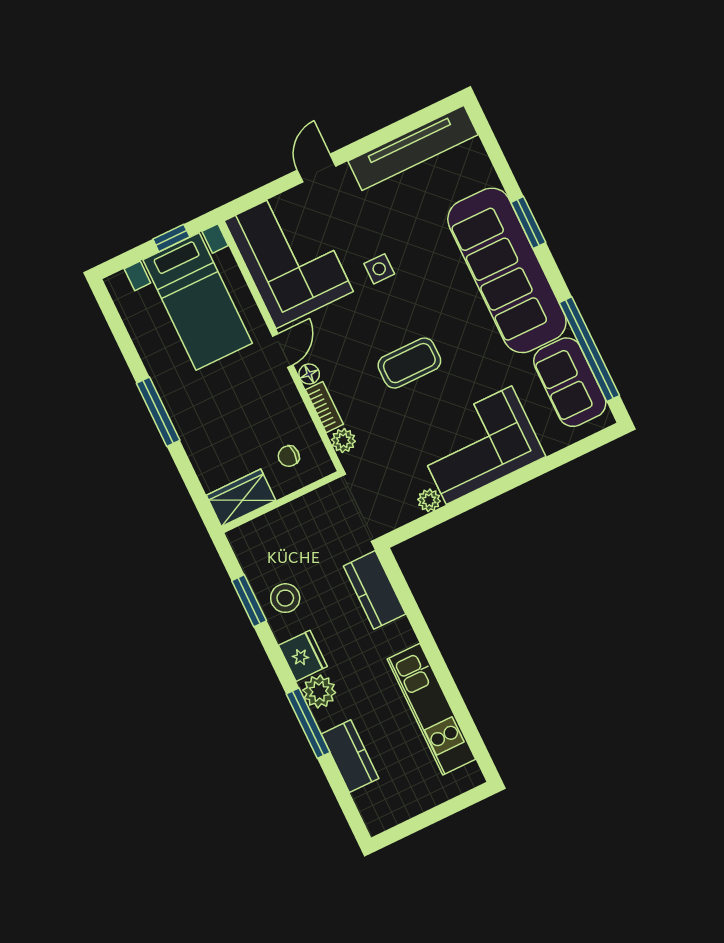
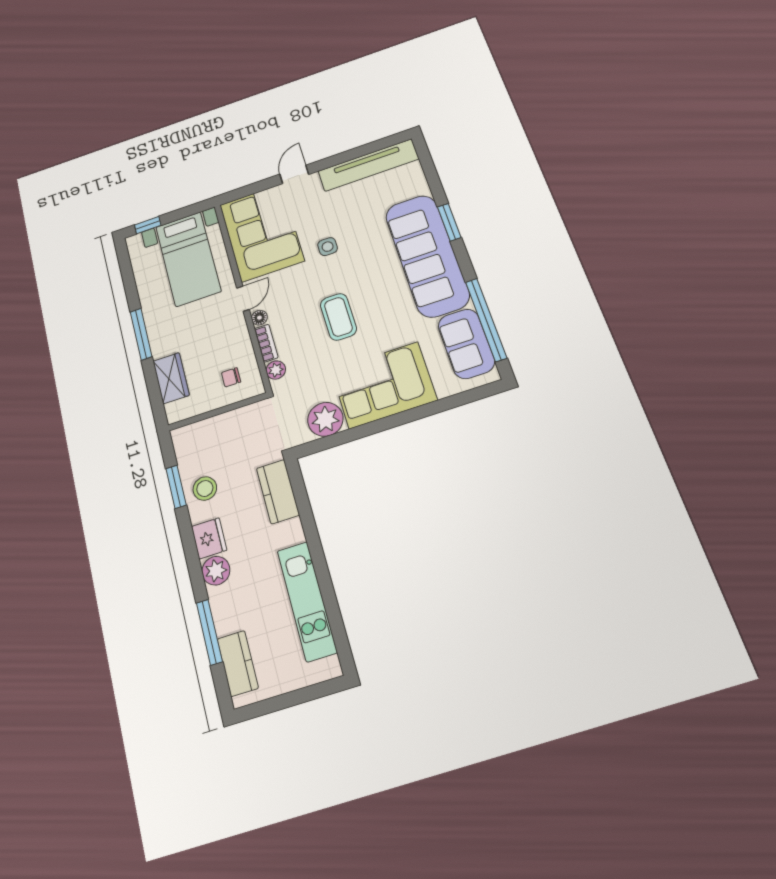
window: (171, 238) -> (148, 225), moved
coffee table: (409, 363) -> (338, 317), turned 90
wardrobe: (241, 498) -> (171, 378), moved, turned 90
plant: (429, 500) -> (325, 419), width x1.88, depth x1.88
window: (308, 723) -> (209, 632), moved
kitchen counter: (350, 756) -> (238, 663), moved

